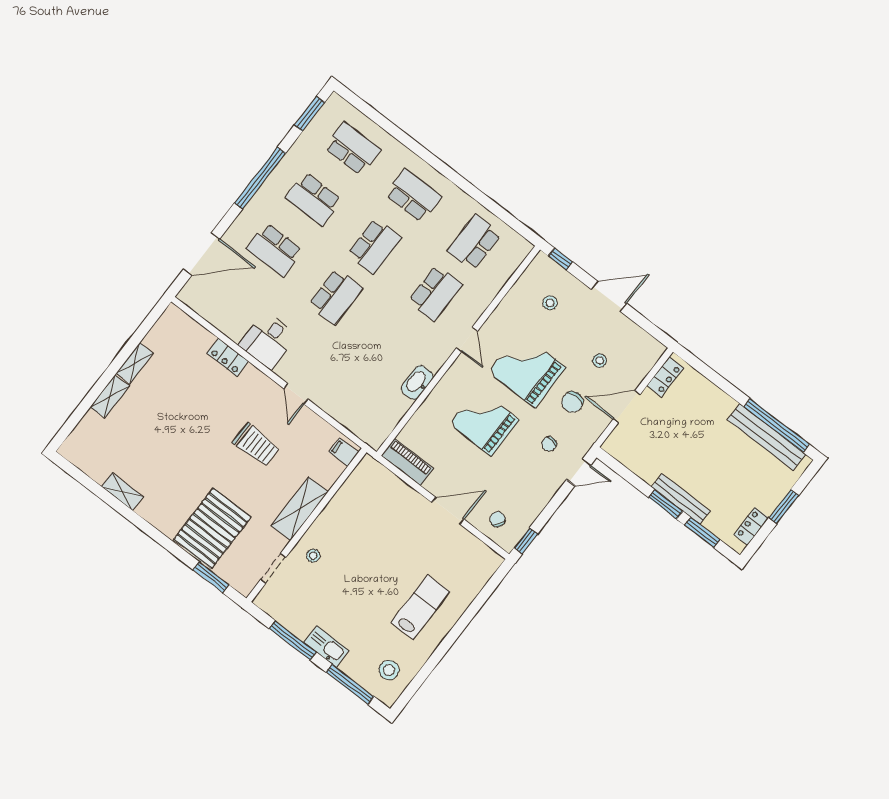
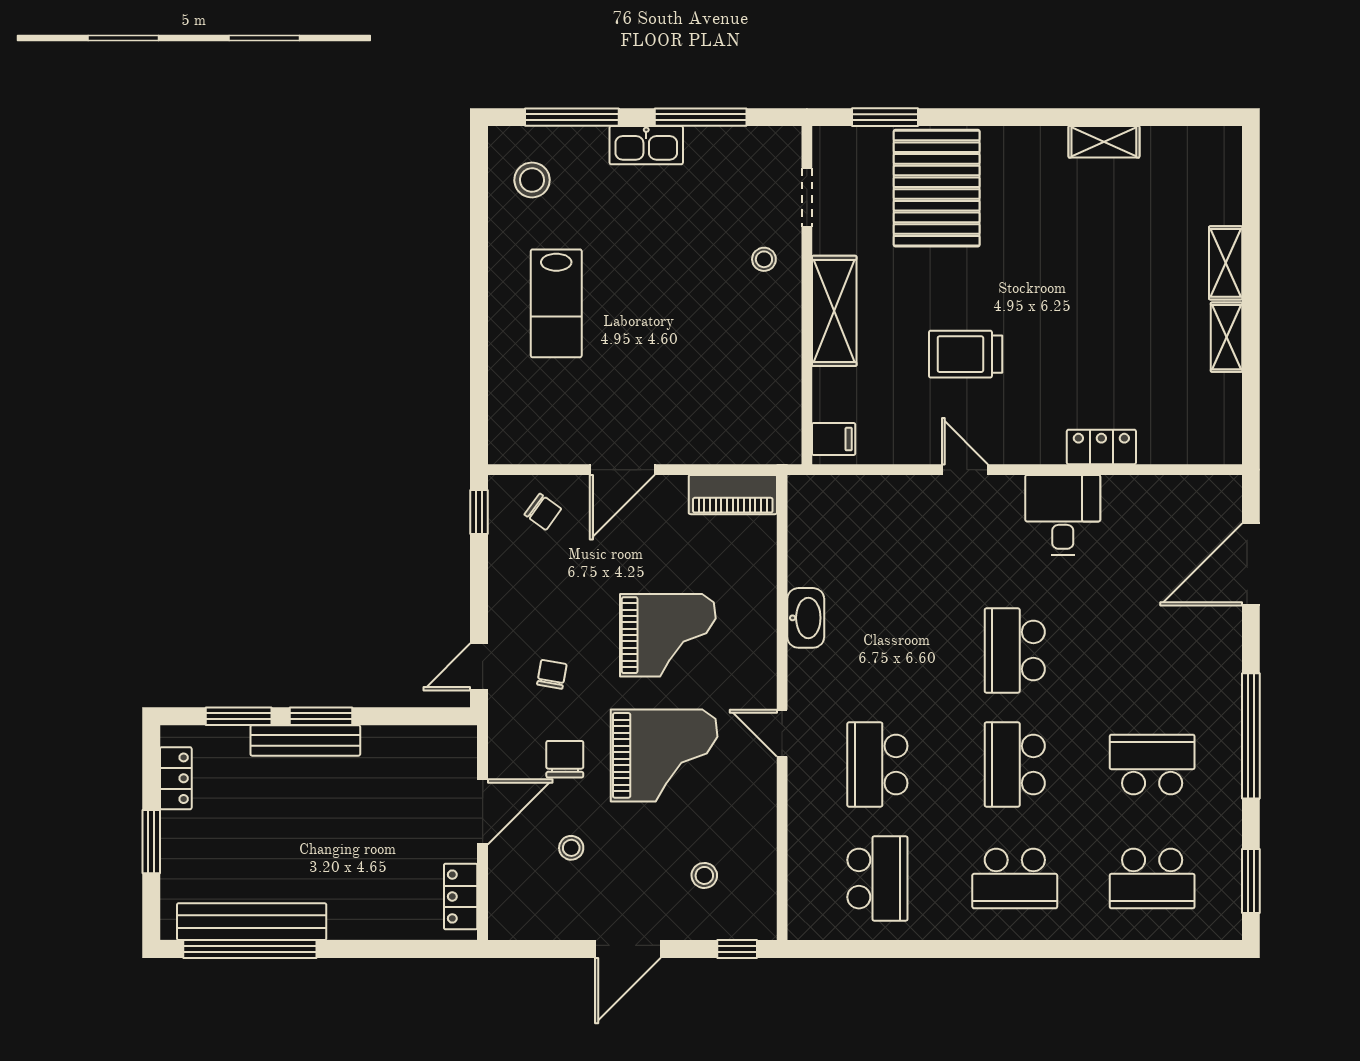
school desk: (275, 250) -> (1152, 650), removed

